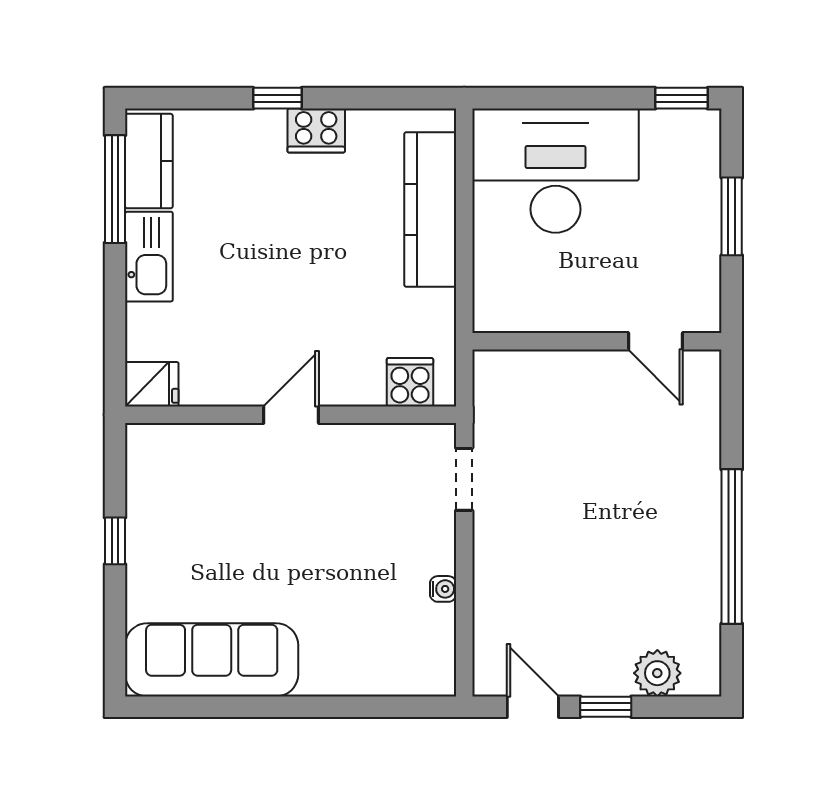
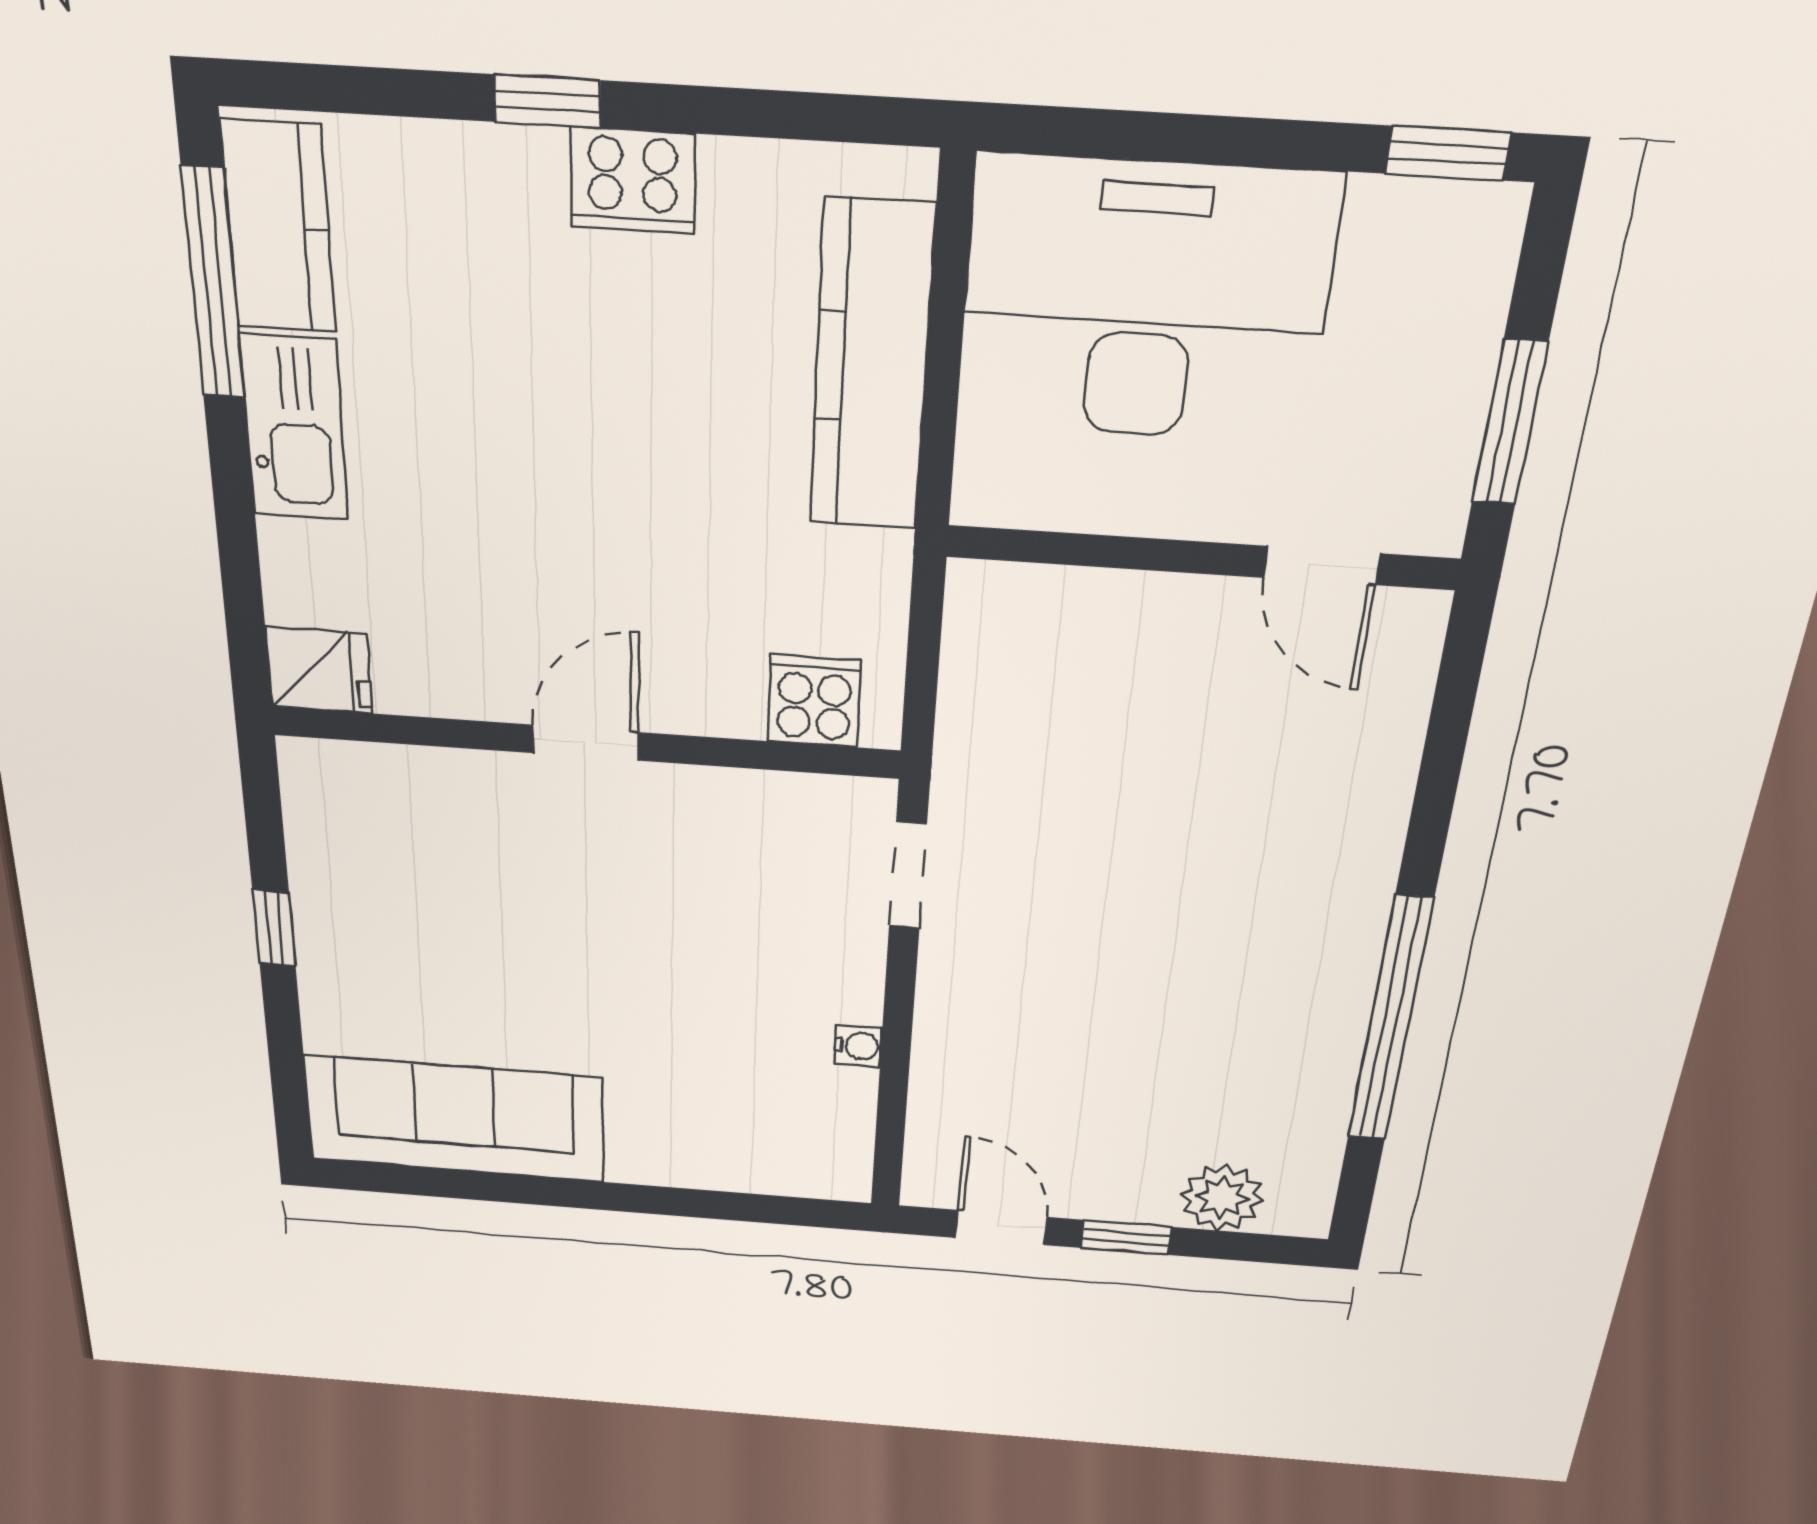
wall: (597, 341) -> (1201, 558), moved
door: (656, 341) -> (1322, 566), moved

